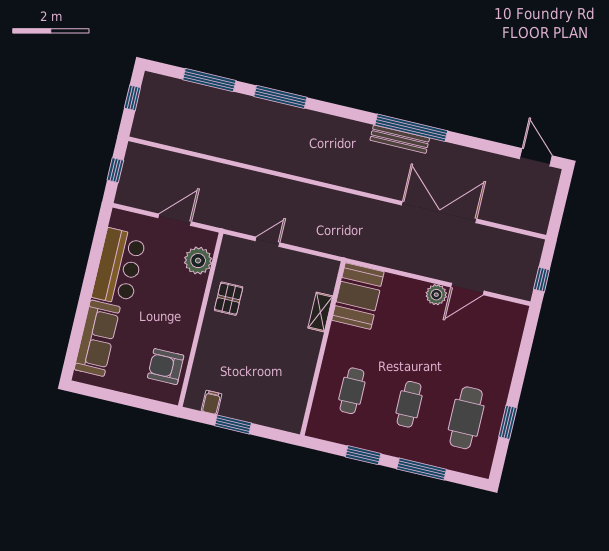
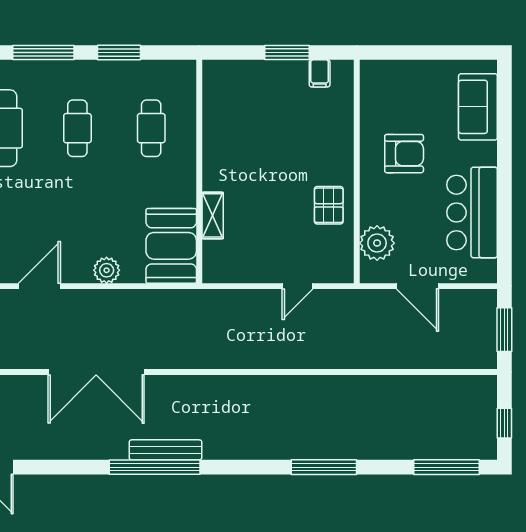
window: (209, 80) -> (447, 467), moved
window: (115, 170) -> (504, 330), width x1.50
door: (175, 220) -> (417, 286), hinge flipped
plant: (436, 295) -> (107, 270), moved
sofa: (97, 338) -> (478, 107), width x0.73
armchair: (166, 367) -> (404, 154), moved

